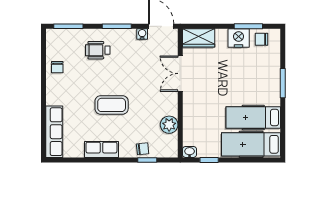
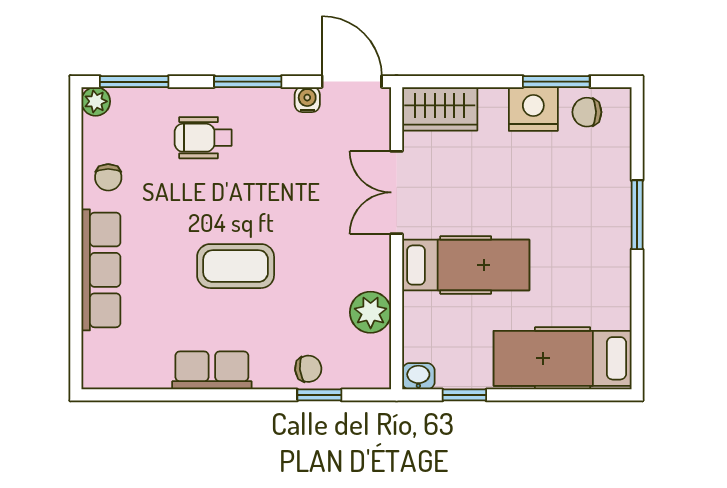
plant: (52, 35) -> (96, 101), added
hospital bed: (253, 117) -> (466, 265), moved, turned 180
row of seats: (54, 132) -> (101, 270), moved

